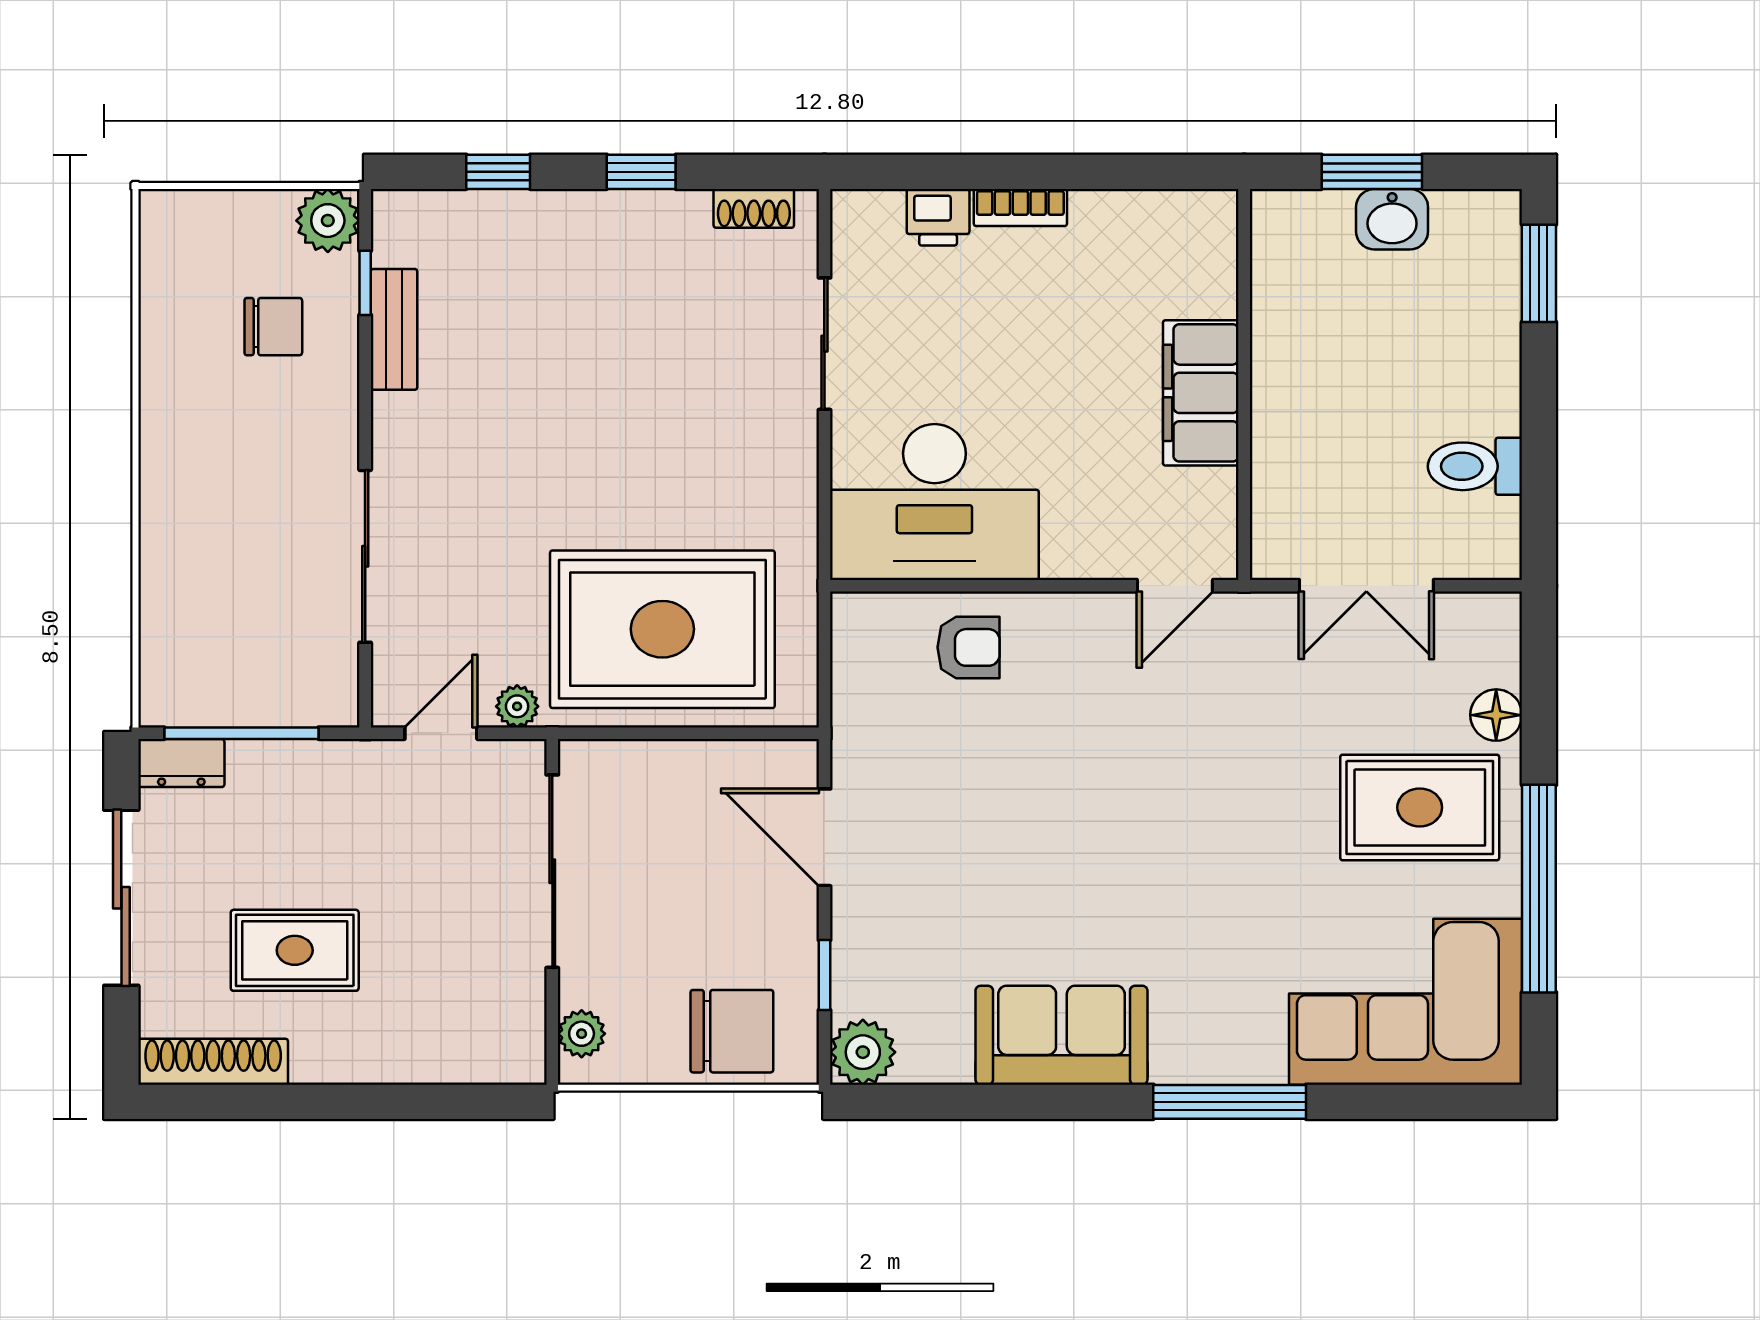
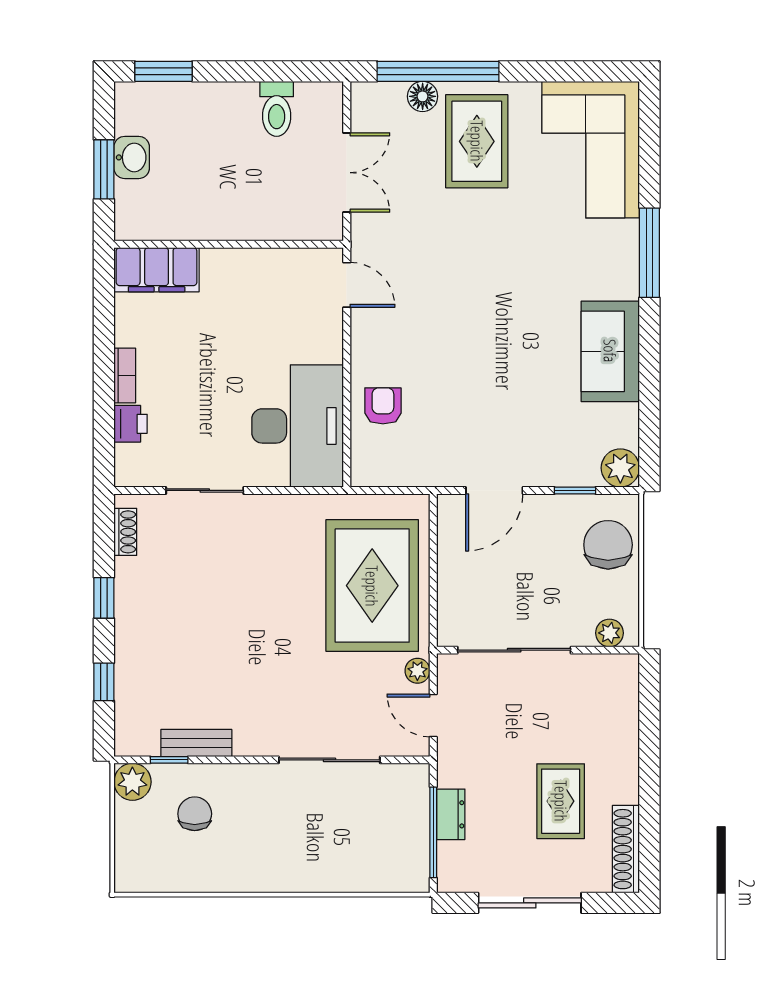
filing cabinet: (1201, 393) -> (157, 270), moved
dresser: (181, 763) -> (451, 814), moved
window: (1539, 889) -> (438, 71), moved

